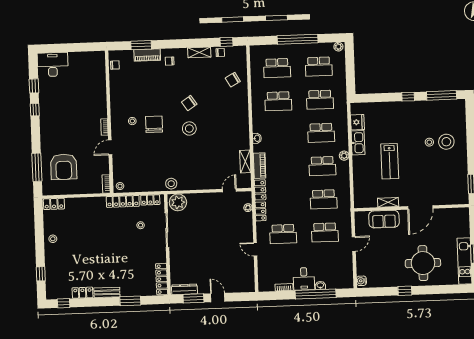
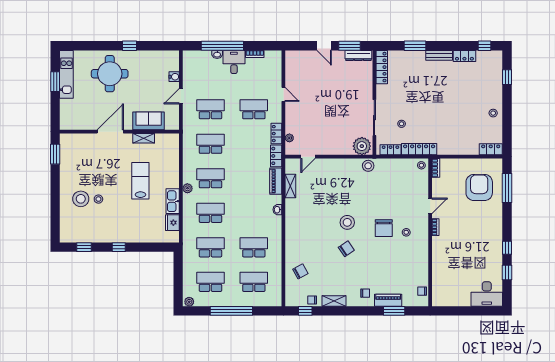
window: (442, 95) -> (84, 247), width x0.46
water cooler: (361, 281) -> (174, 77), moved

